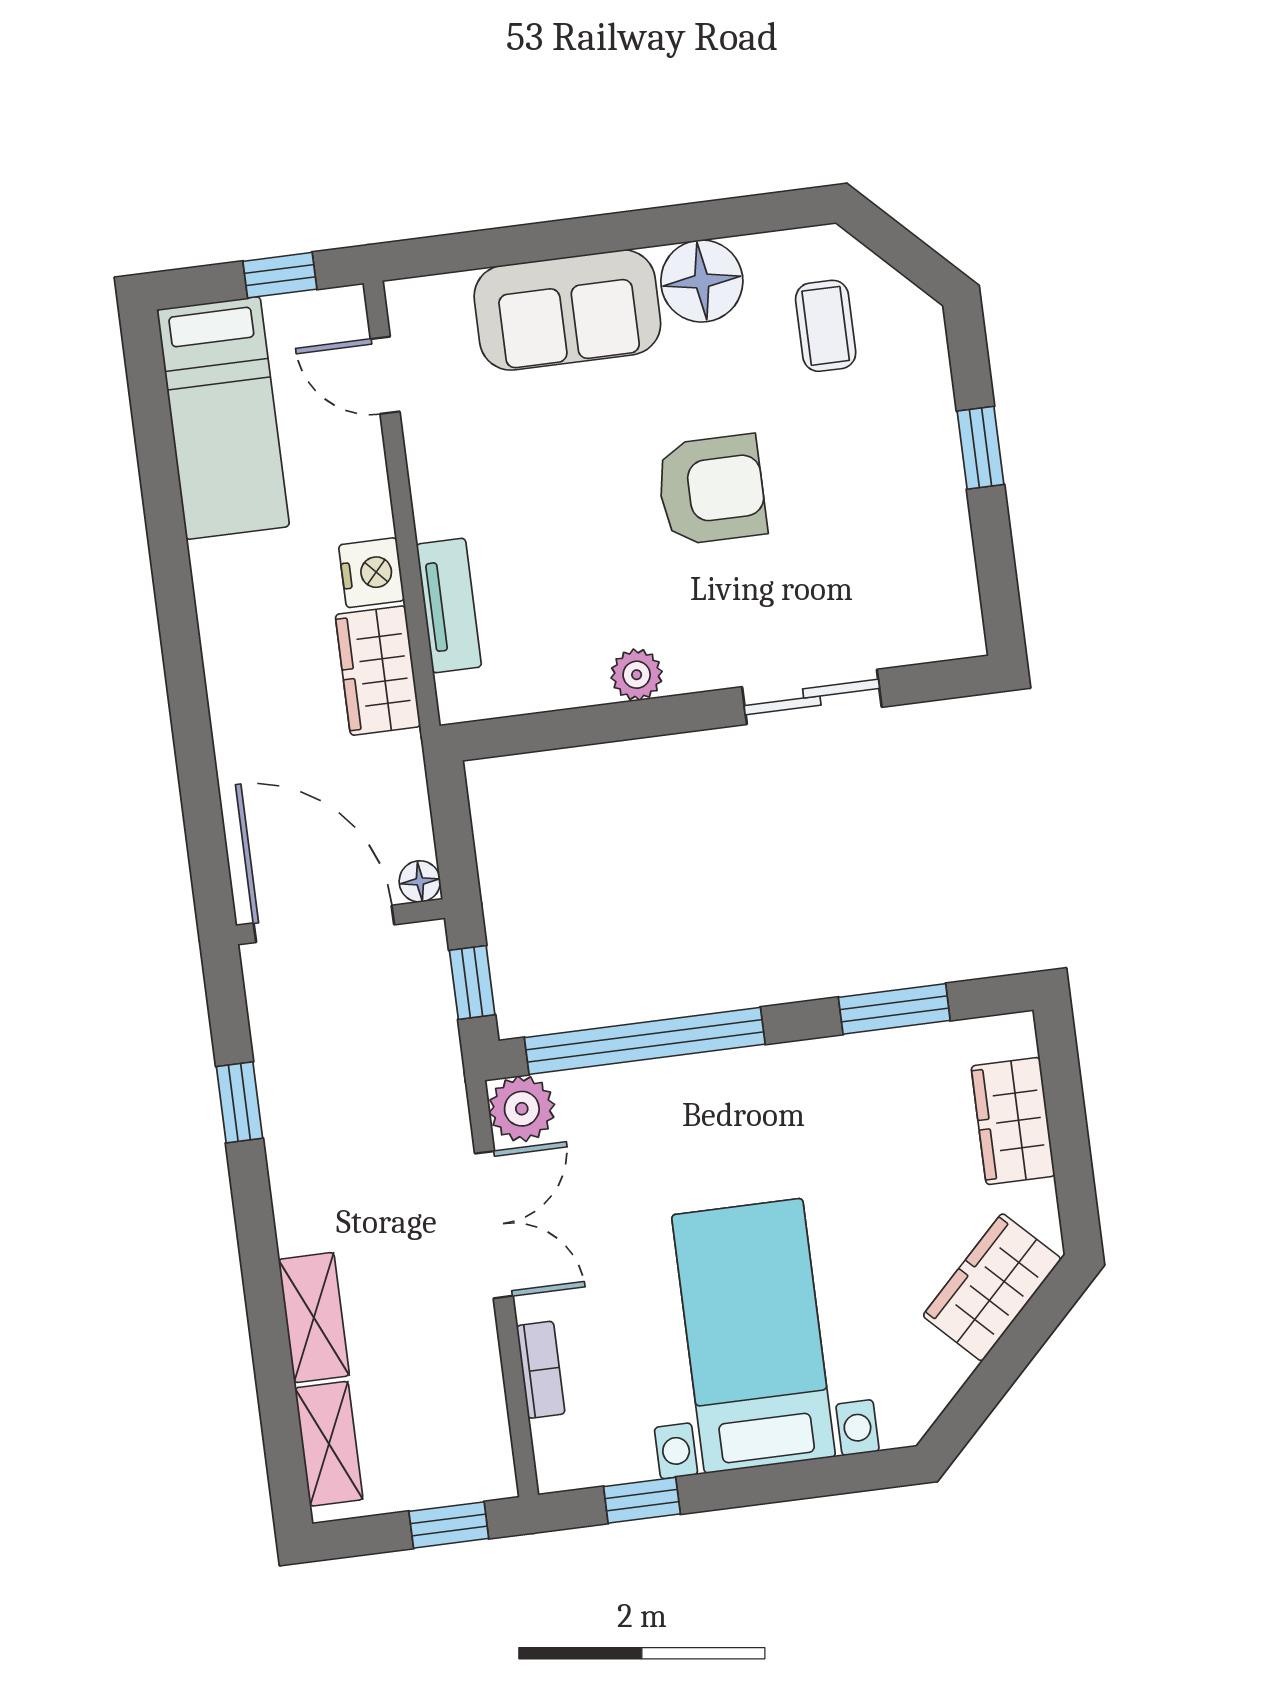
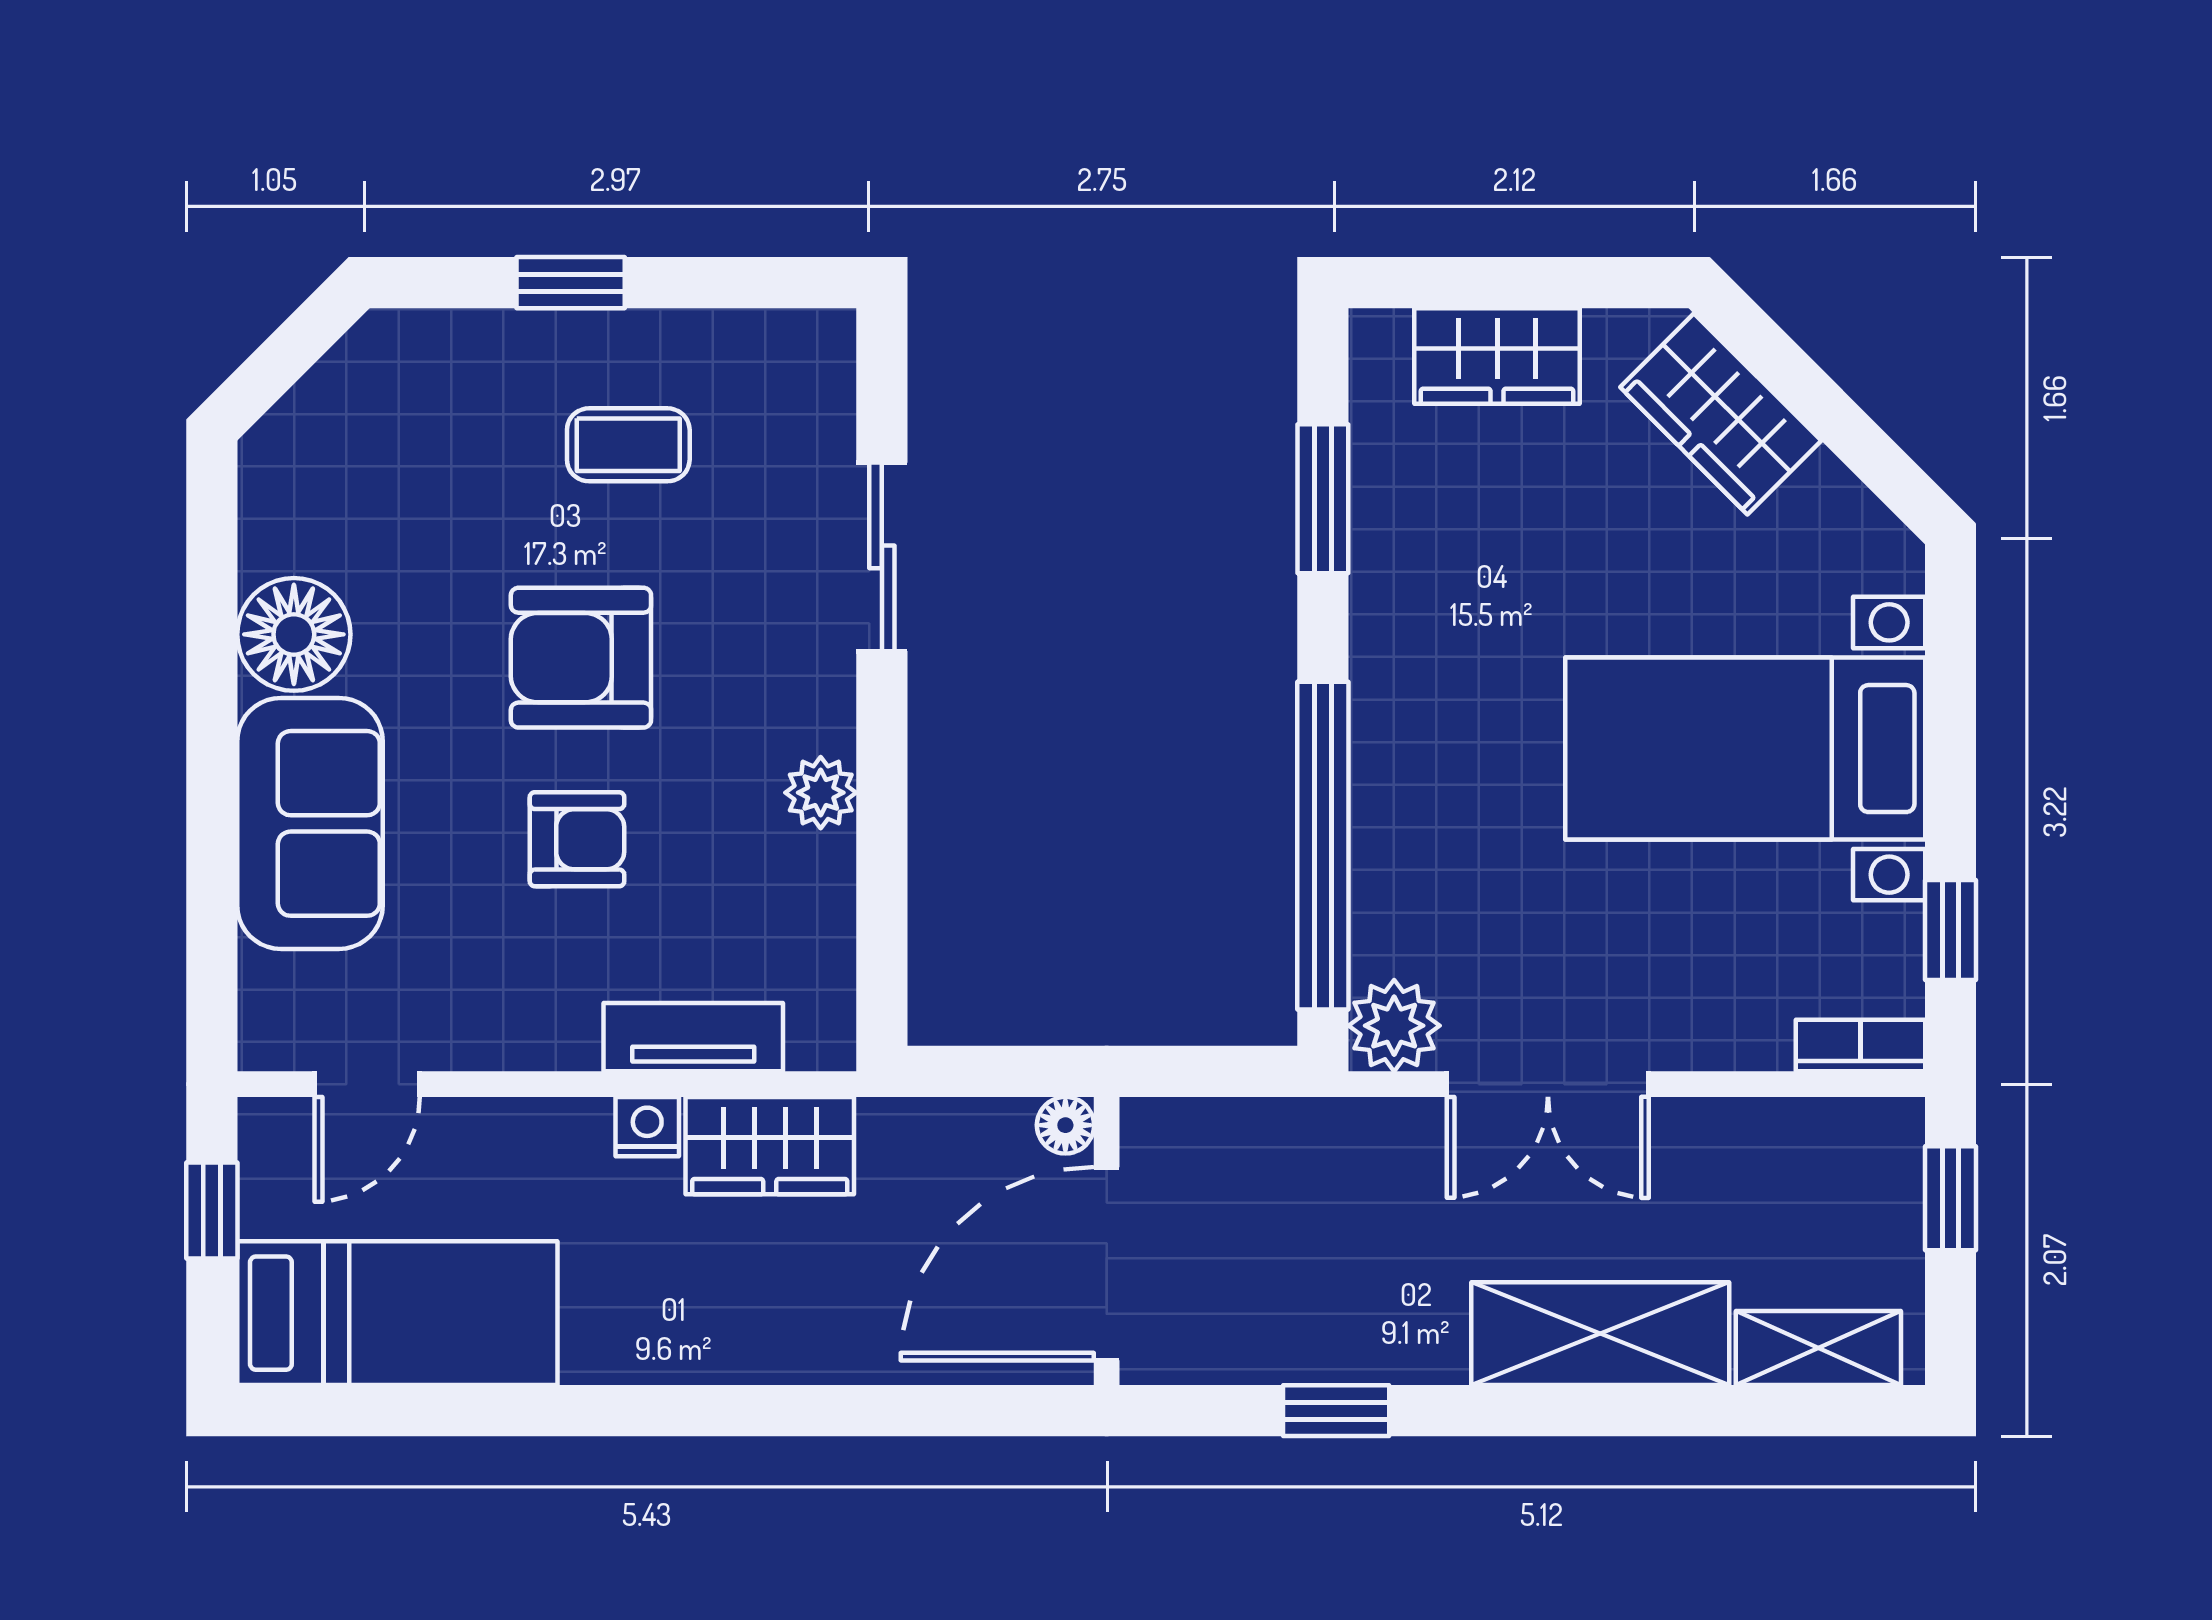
coffee table: (826, 326) -> (628, 445), moved
armchair: (712, 490) -> (581, 658), turned -90
armchair: (581, 504) -> (577, 839), added
nightstand: (372, 573) -> (647, 1127), width x0.72, depth x0.74
window: (472, 983) -> (1213, 1071), removed
double door: (494, 1225) -> (1548, 1084), swing flipped
shelving: (314, 1318) -> (1600, 1334), width x1.50, depth x1.33
bookcase: (541, 1370) -> (1860, 1046), moved

